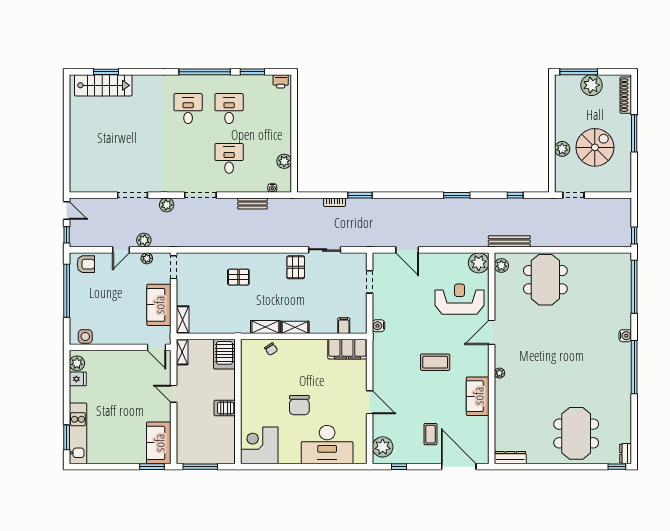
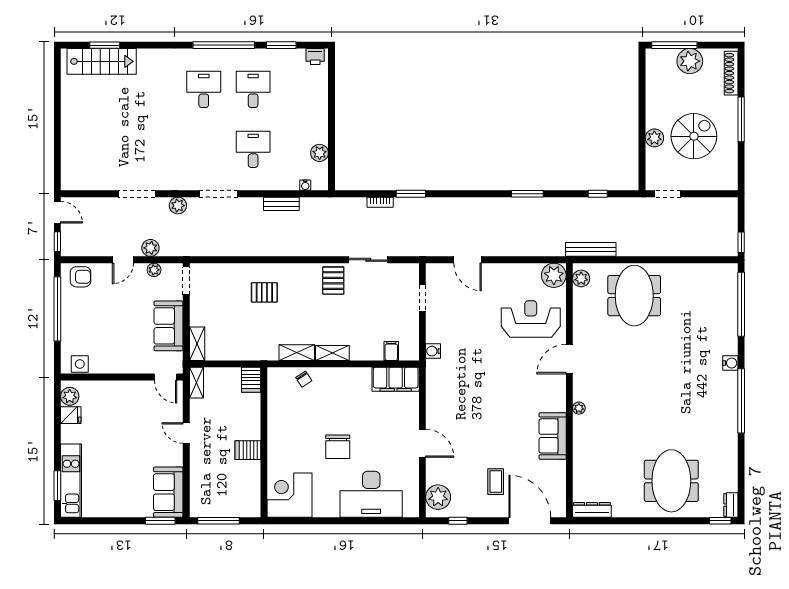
server rack: (224, 354) -> (251, 380), width x0.73, depth x0.70
coffee table: (435, 362) -> (501, 395), removed

